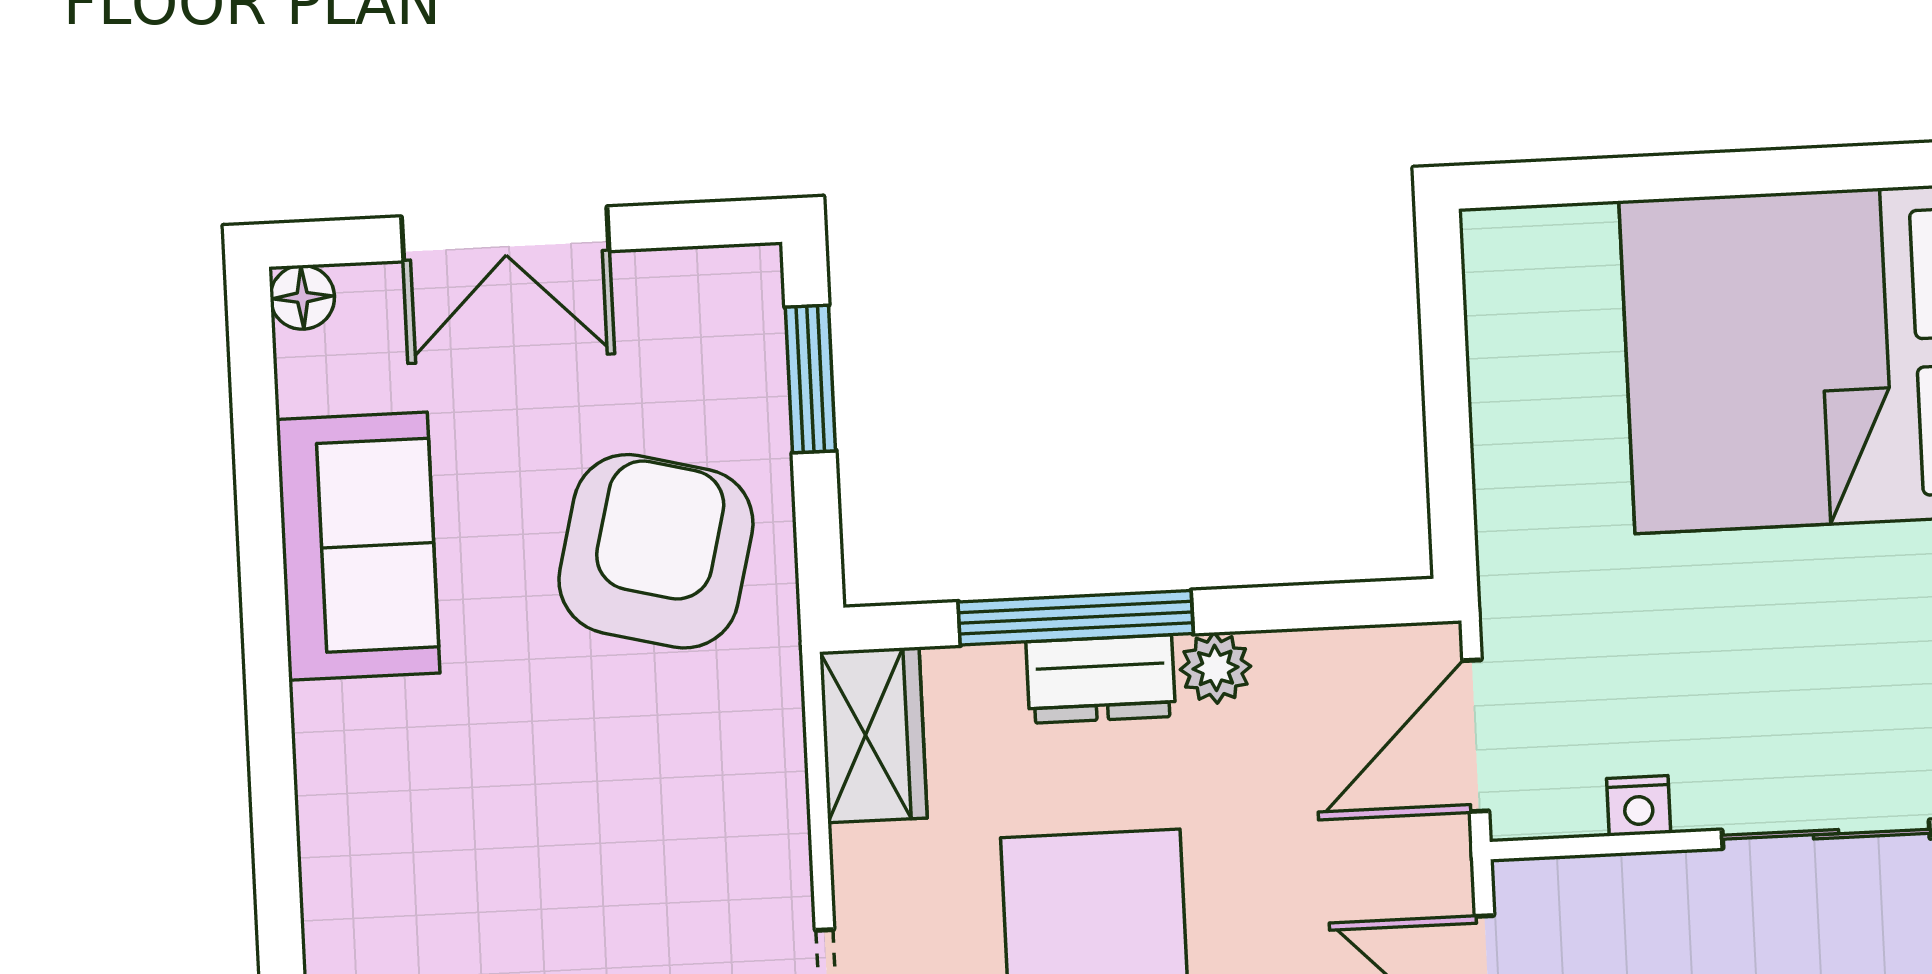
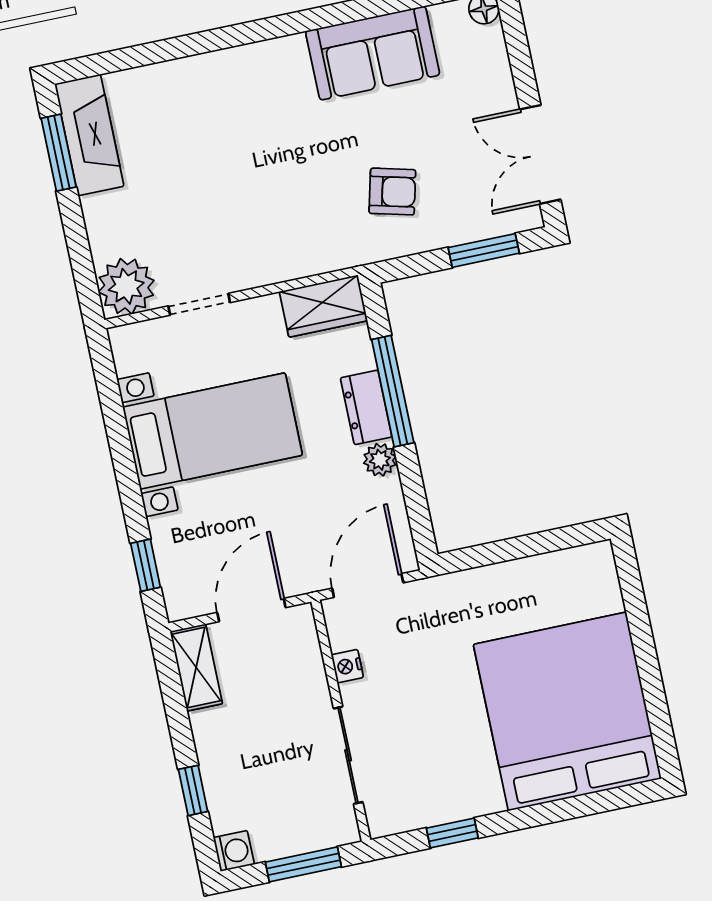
double door: (505, 234) -> (540, 154), moved
armchair: (656, 551) -> (392, 192), width x0.53, depth x0.53
door: (1476, 736) -> (368, 585), hinge flipped

